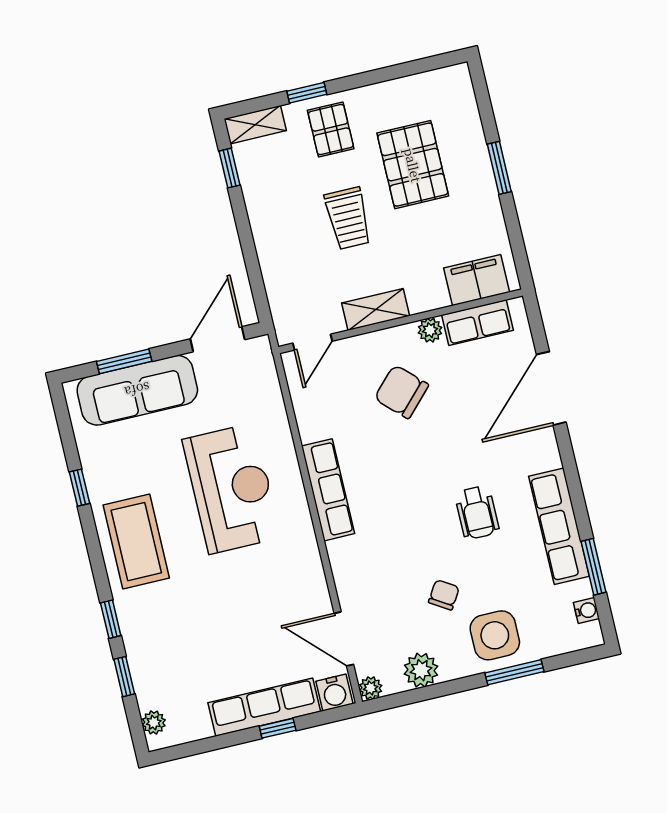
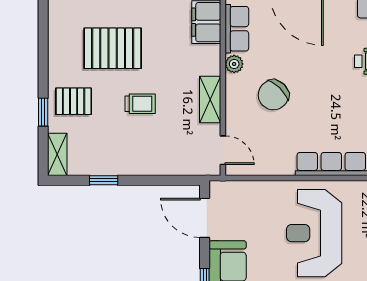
window: (229, 168) -> (104, 180), moved
trolley: (348, 218) -> (140, 104), width x0.73, depth x0.72
reception desk: (231, 489) -> (314, 233), turned -90

